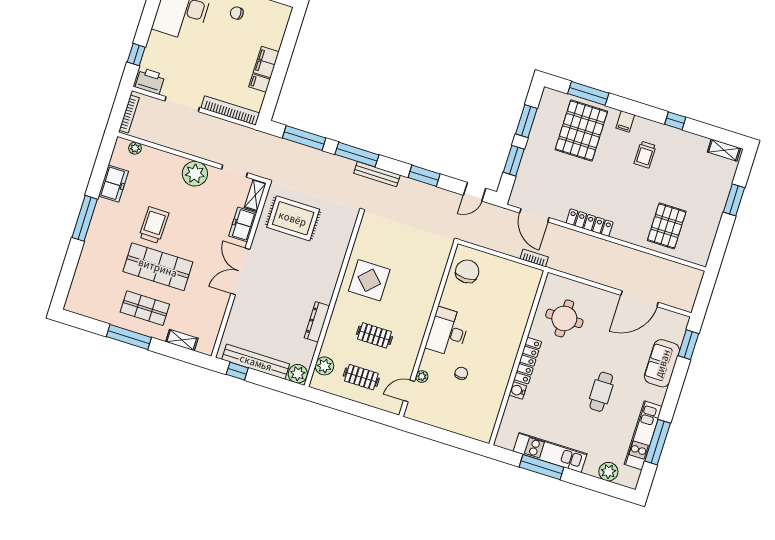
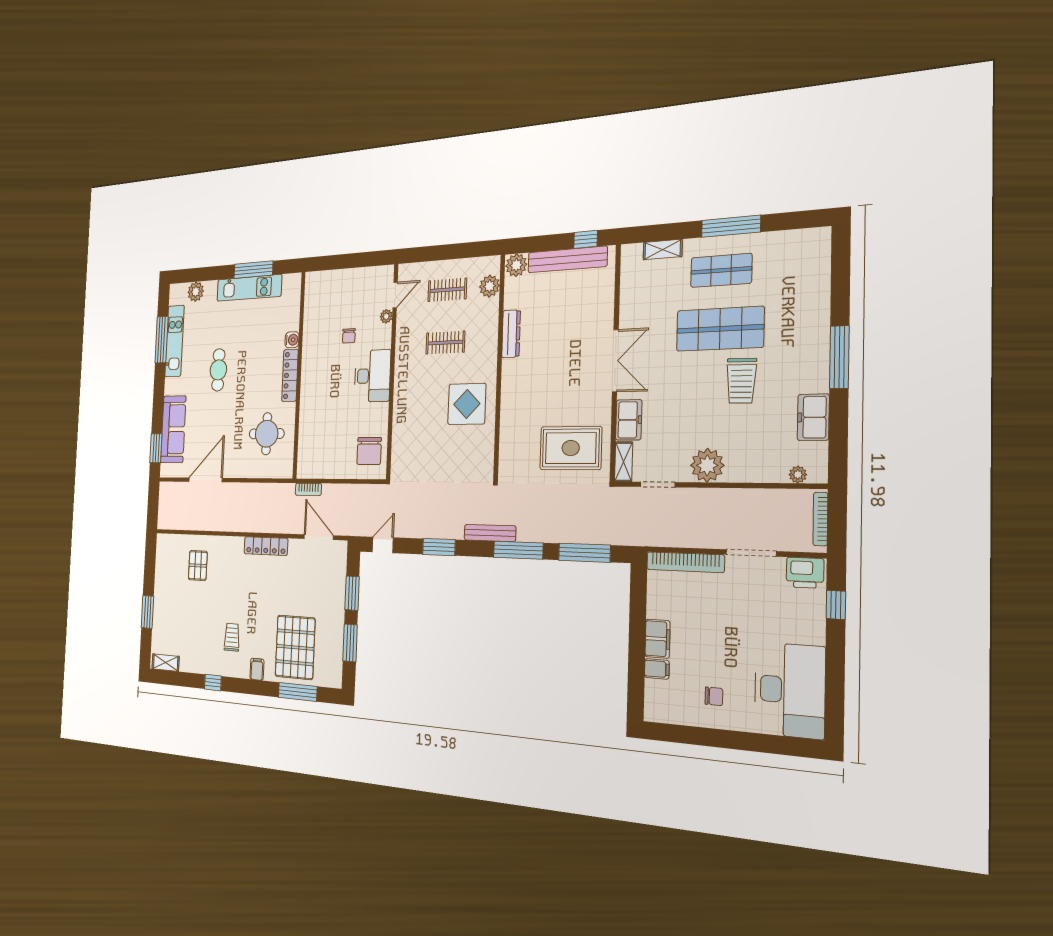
filing cabinet: (260, 83) -> (657, 669), moved
pallet: (667, 226) -> (198, 565), width x0.67, depth x0.71
sofa: (662, 363) -> (173, 429), width x1.36

